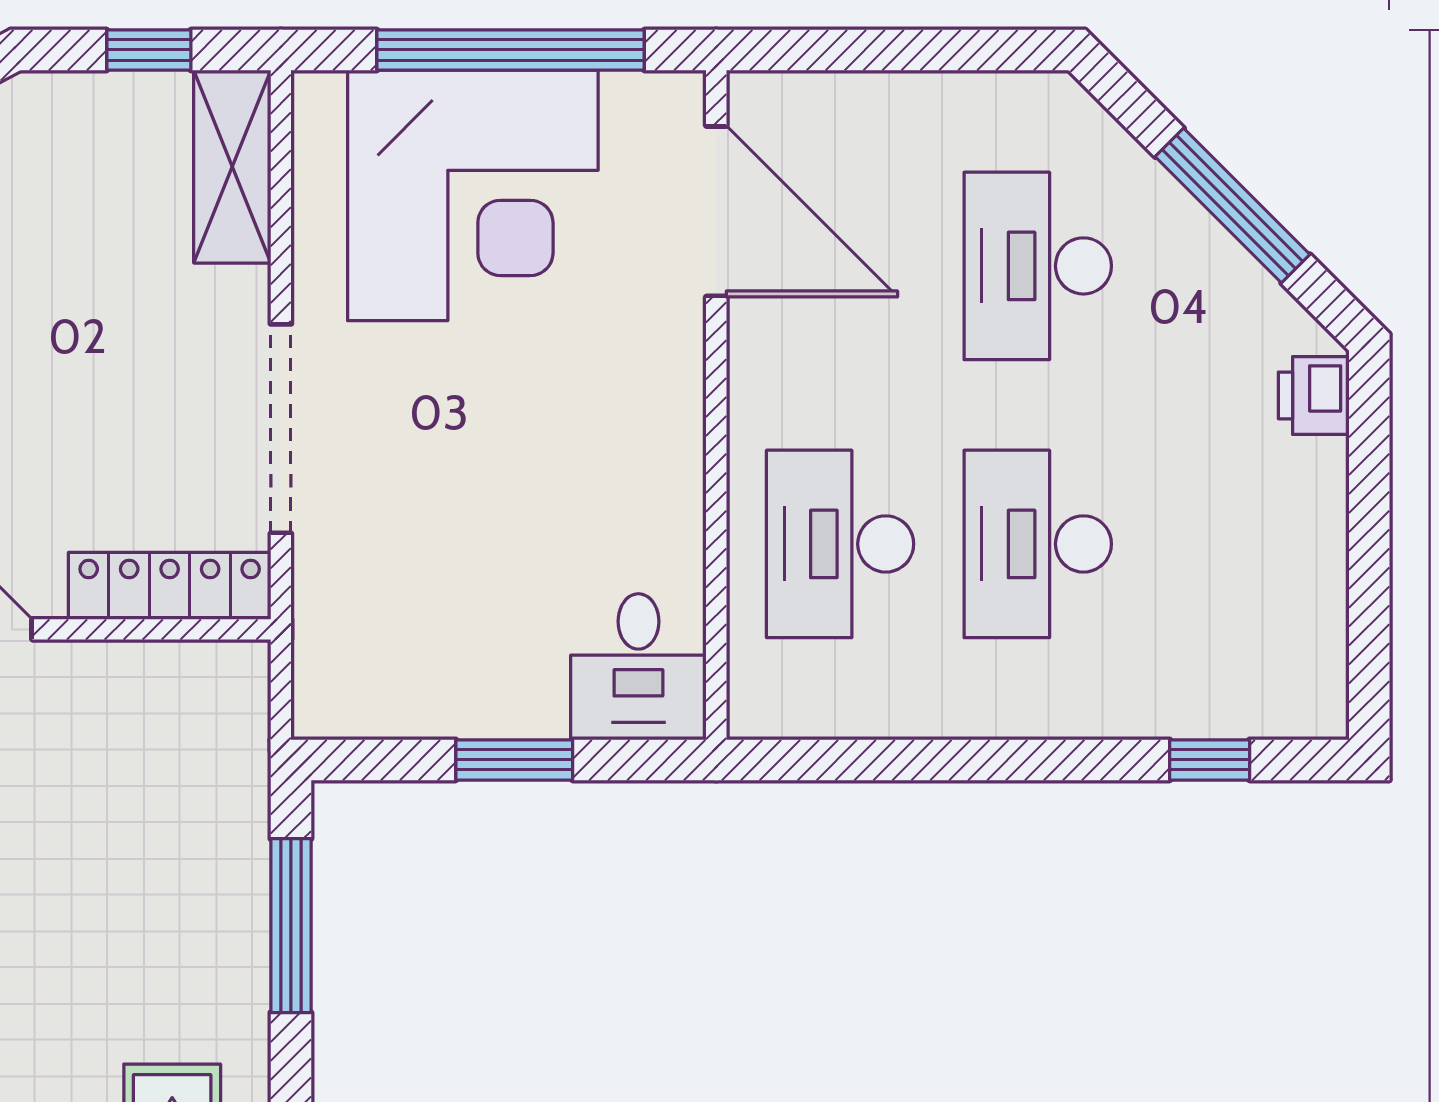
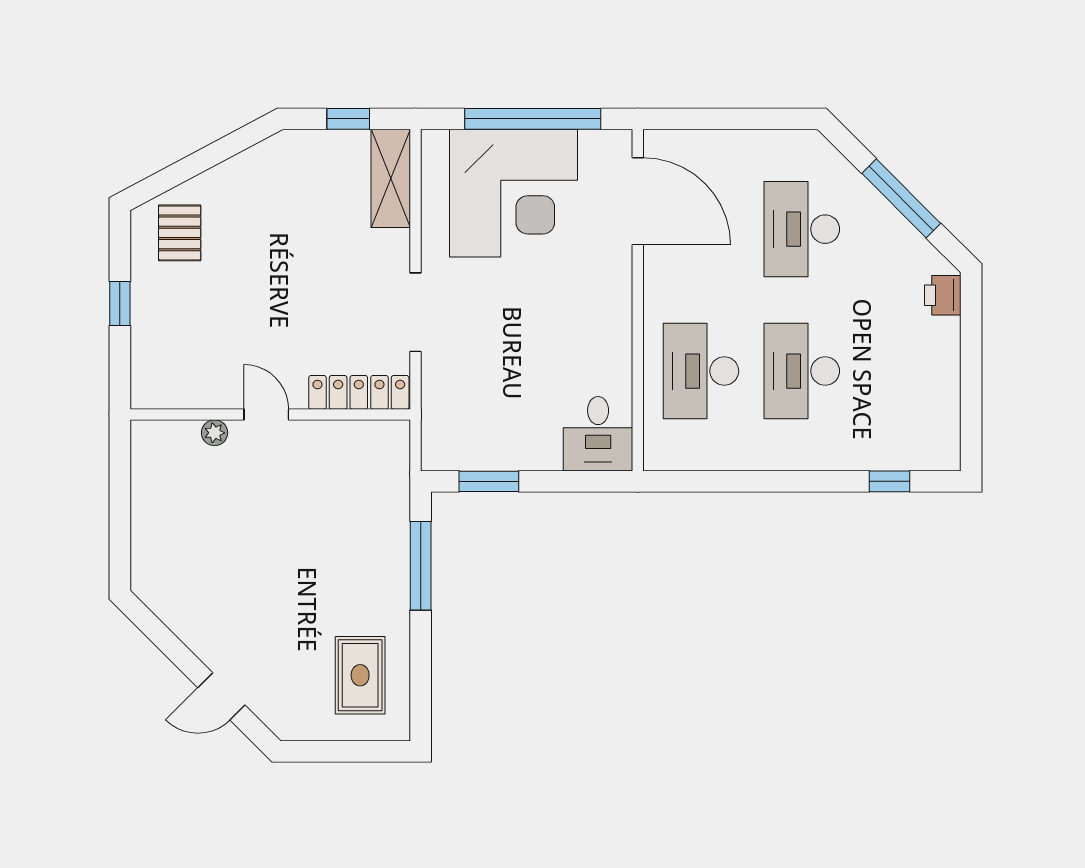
doorway: (281, 429) -> (416, 312), width x0.73
window: (514, 760) -> (489, 481), moved

